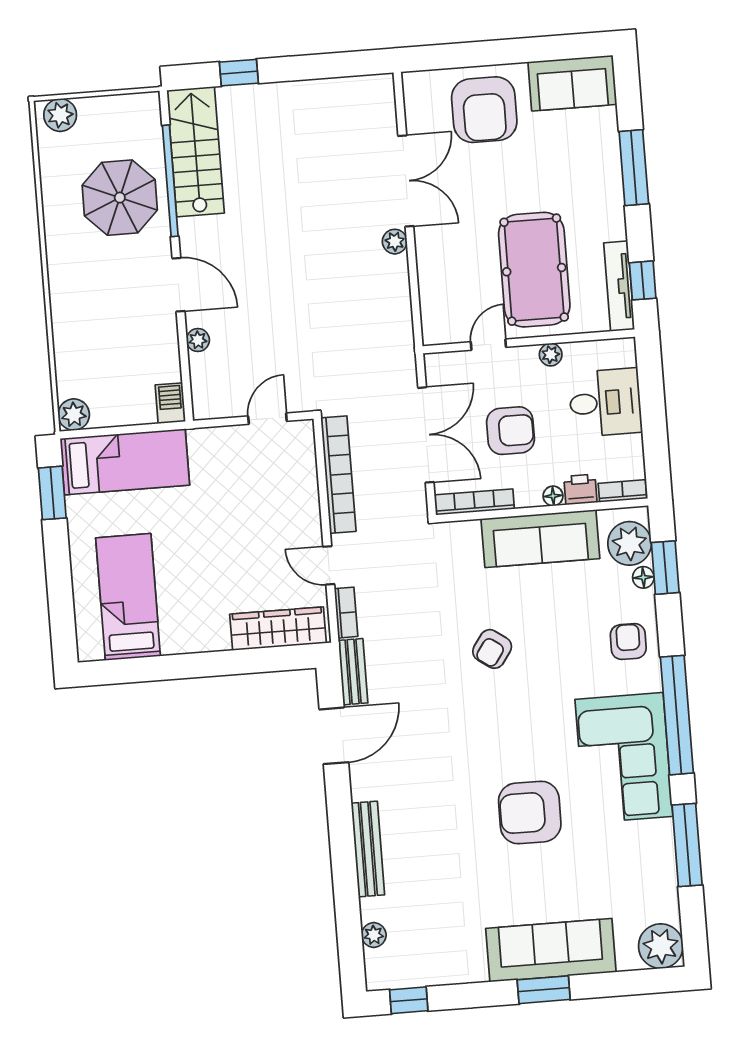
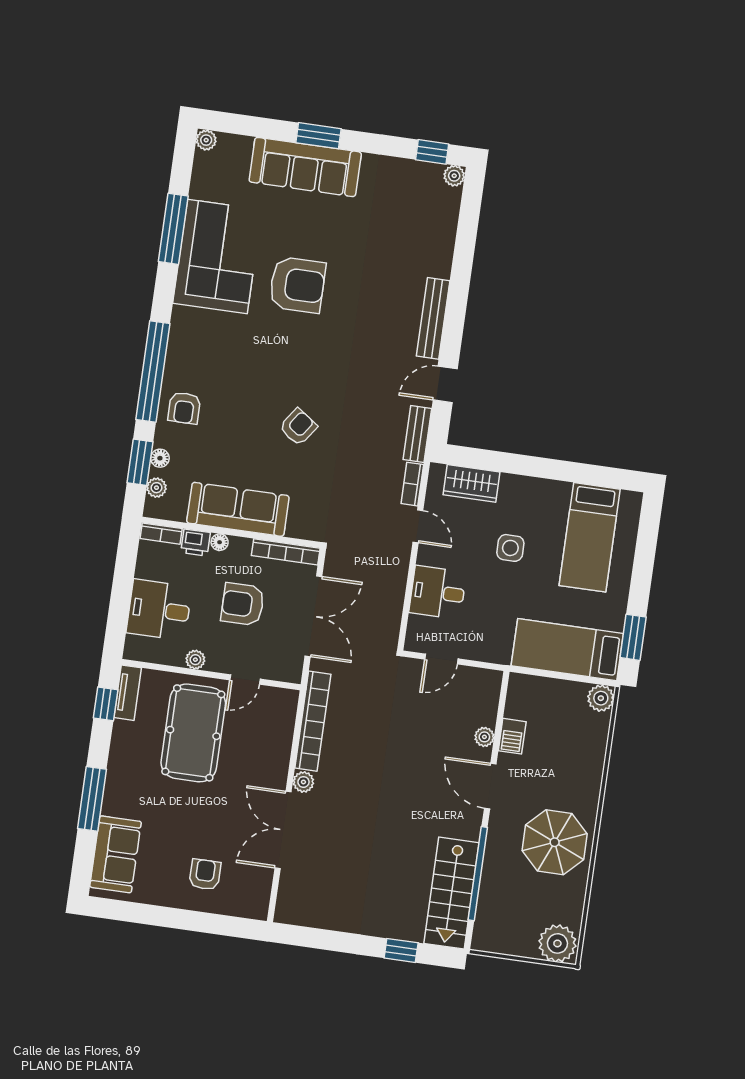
sofa: (572, 83) -> (115, 854), moved, turned 90
armchair: (484, 110) -> (205, 874), width x0.53, depth x0.53
plant: (60, 115) -> (557, 943), width x1.36, depth x1.36
parasol: (120, 198) -> (555, 842), moved
tv unit: (619, 286) -> (128, 693), width x0.71
barbecue: (170, 403) -> (512, 736), moved
double door: (426, 435) -> (313, 616), swing flipped
bookcase: (338, 475) -> (313, 721), moved, turned 180
desk: (289, 494) -> (438, 592), added
plant: (630, 543) -> (156, 488), width x0.53, depth x0.53
side table: (217, 564) -> (510, 548), added
wardrobe: (278, 629) -> (471, 483), width x0.67
window: (677, 715) -> (153, 371), moved
door: (334, 736) -> (445, 384), width x0.73
corner sofa: (624, 758) -> (217, 257), moved
bench: (368, 849) -> (433, 318), moved
plant: (374, 935) -> (454, 176), moved
plant: (661, 946) -> (206, 140), width x0.53, depth x0.53

